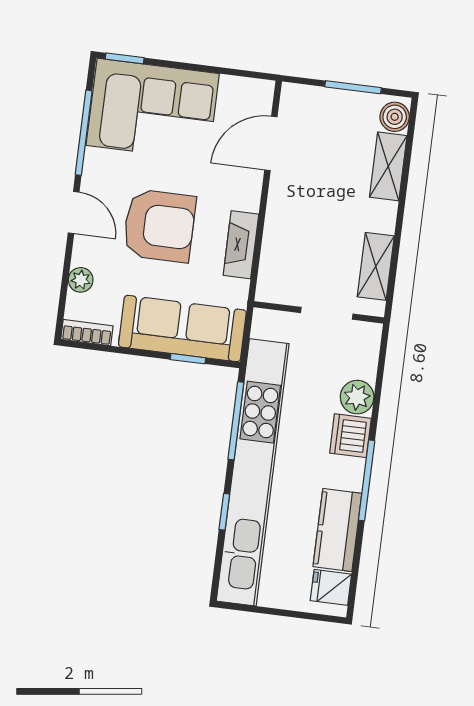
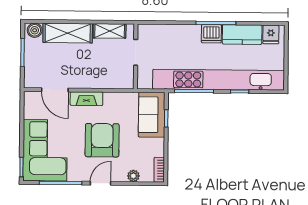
shelving: (388, 166) -> (68, 33), width x1.50, depth x1.33
fireplace: (241, 245) -> (86, 99), moved
sofa: (182, 329) -> (152, 115), width x0.73
plant: (357, 397) -> (175, 33), removed
dishwasher: (350, 436) -> (211, 34), moved

